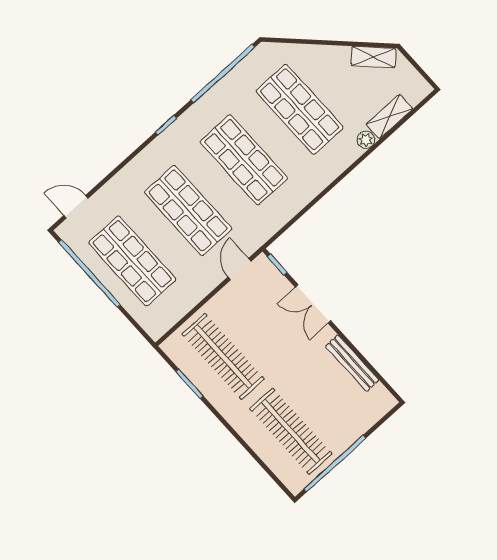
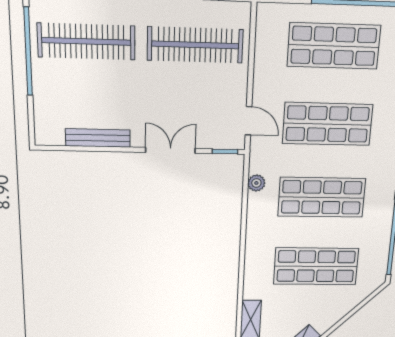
plant: (366, 140) -> (256, 183), moved

